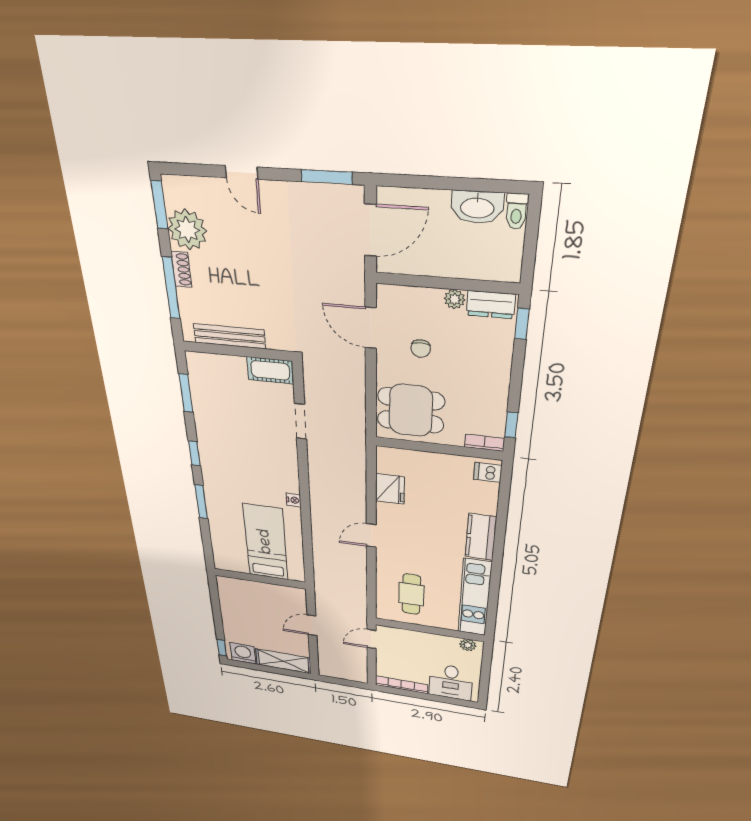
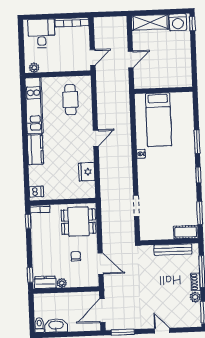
plant: (187, 230) -> (195, 297), width x0.53, depth x0.53
cot: (270, 370) -> (186, 232), moved

